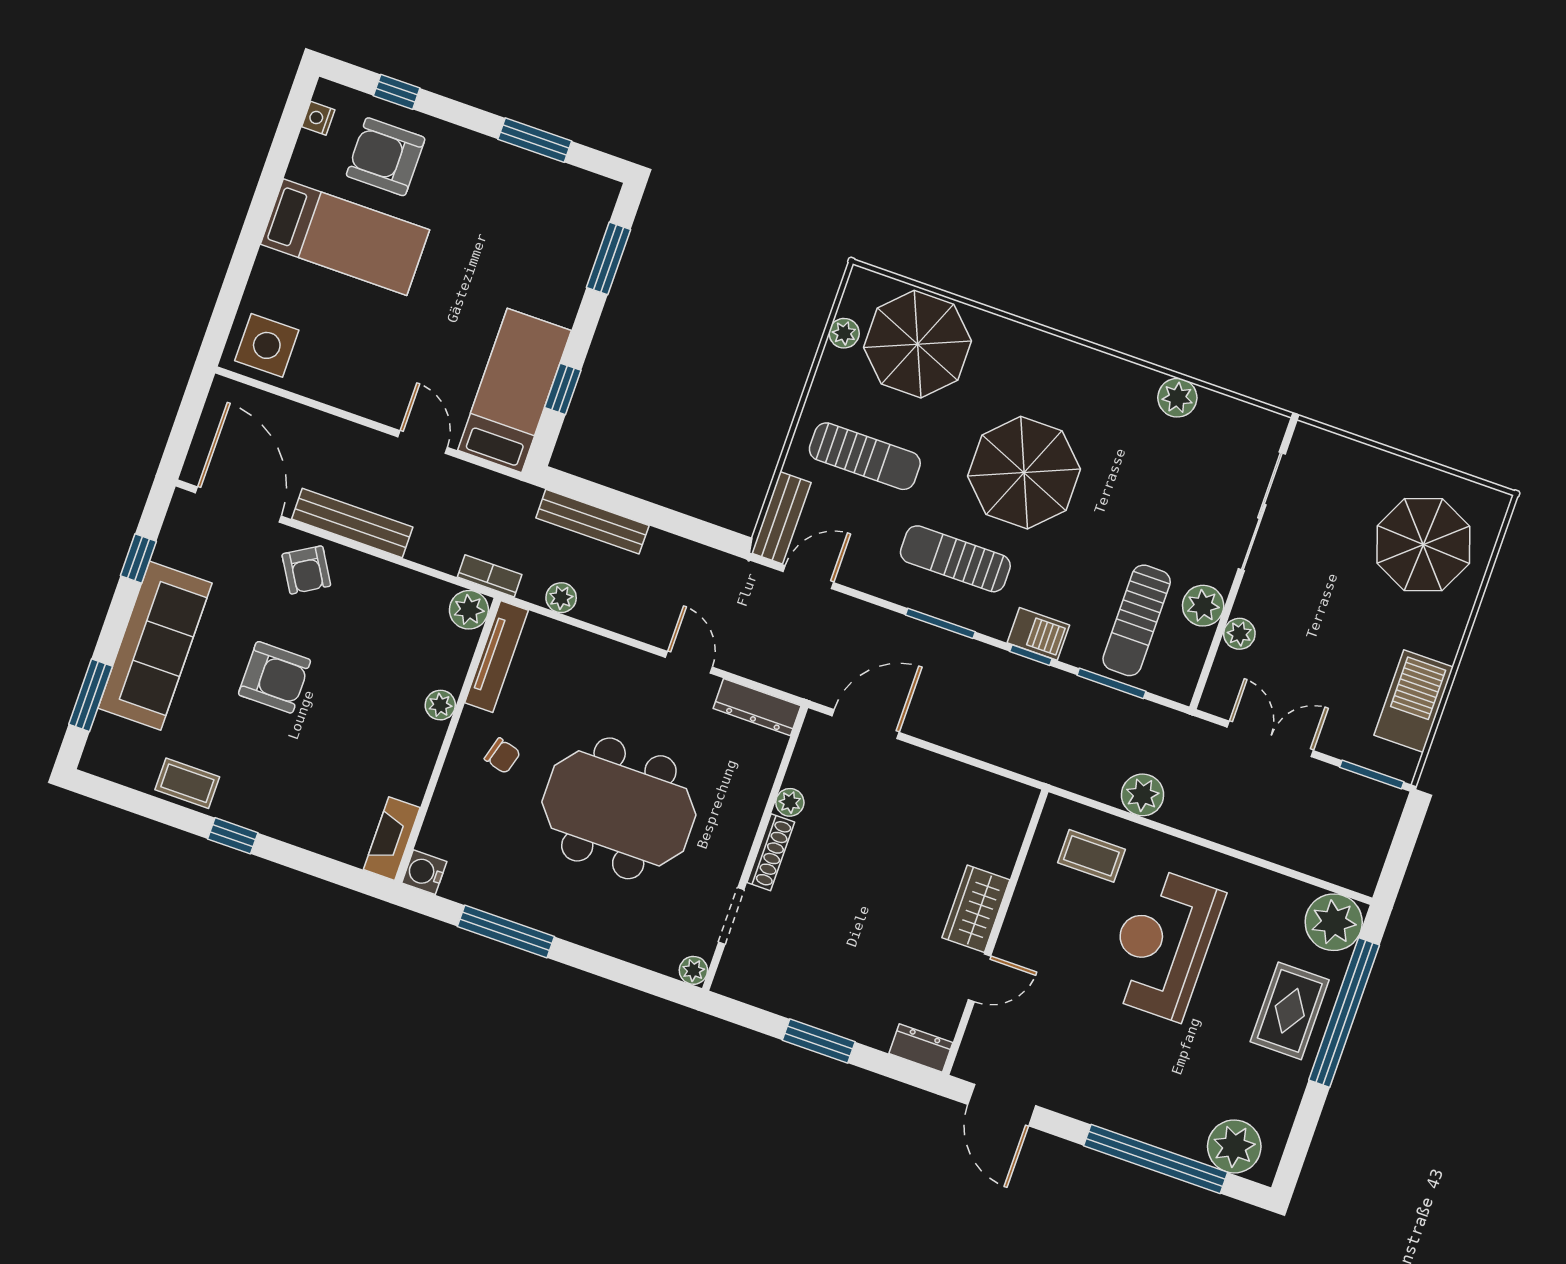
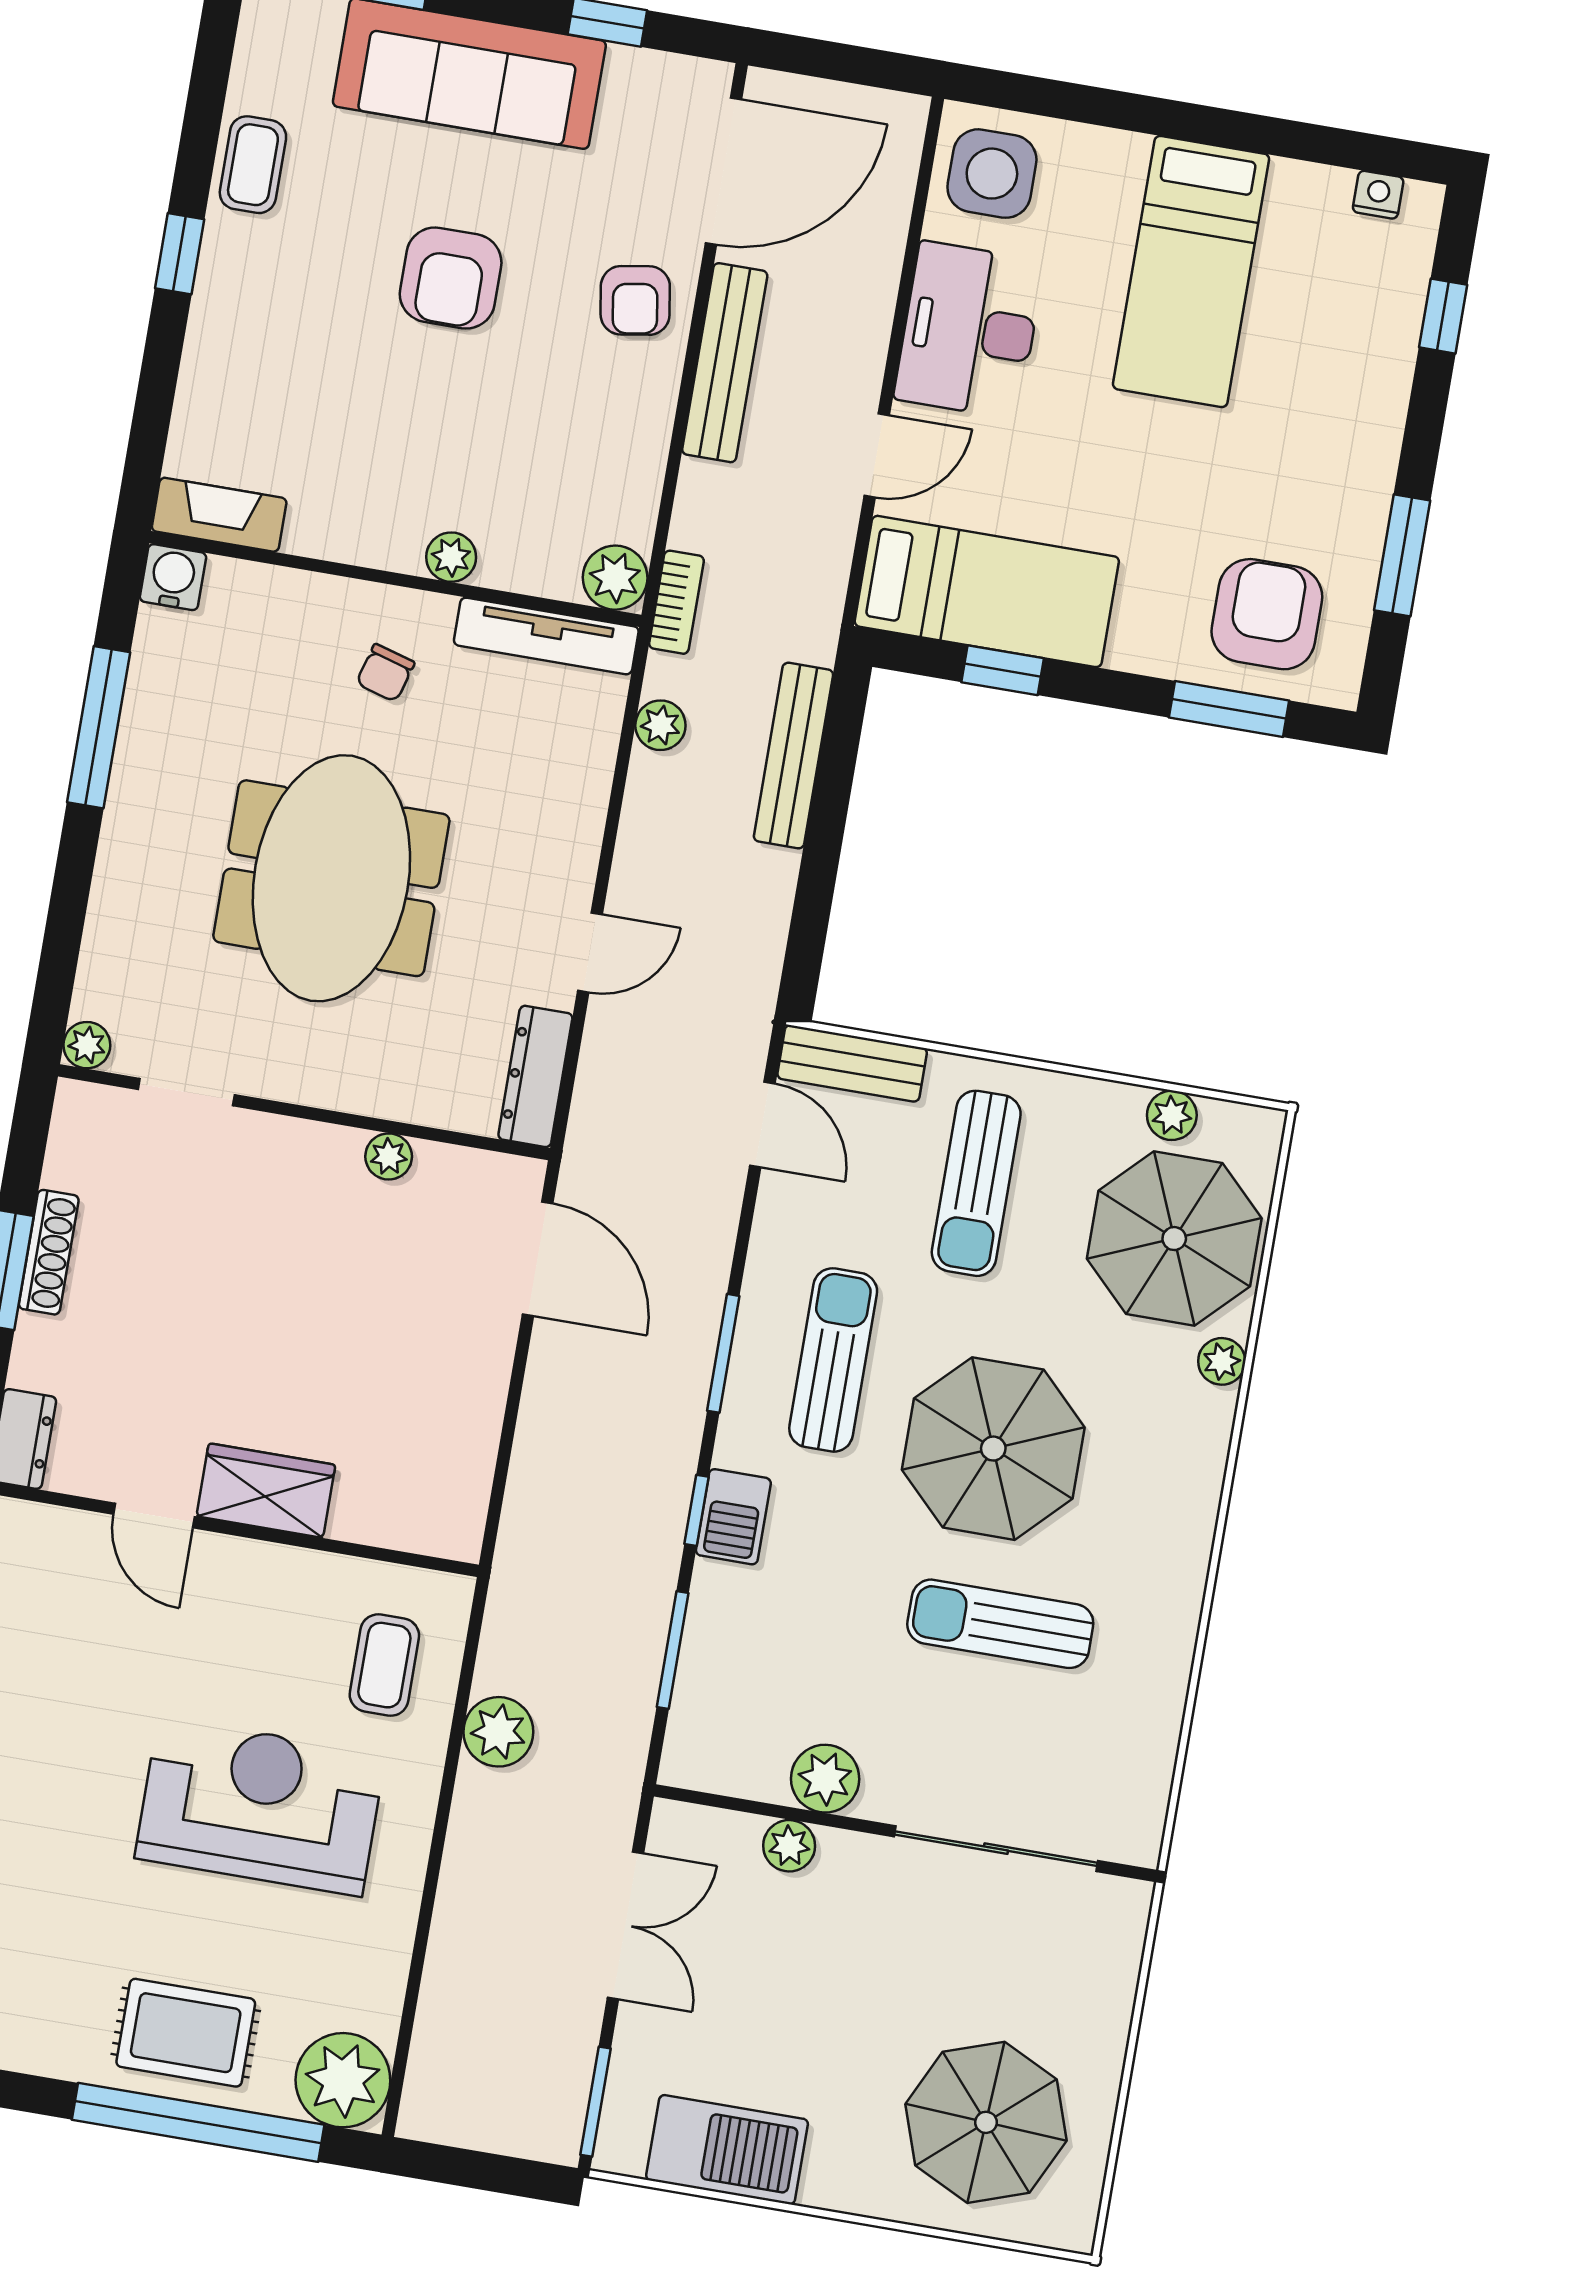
armchair: (386, 157) -> (1267, 614), moved
desk: (357, 375) -> (969, 330), added
plant: (1177, 398) -> (1222, 1361), moved, width x0.73, depth x0.73
armchair: (306, 570) -> (635, 300), turned -68
sun lounger: (1137, 620) -> (1000, 1624), moved
shoe rack: (771, 852) -> (49, 1252), moved, turned -90

